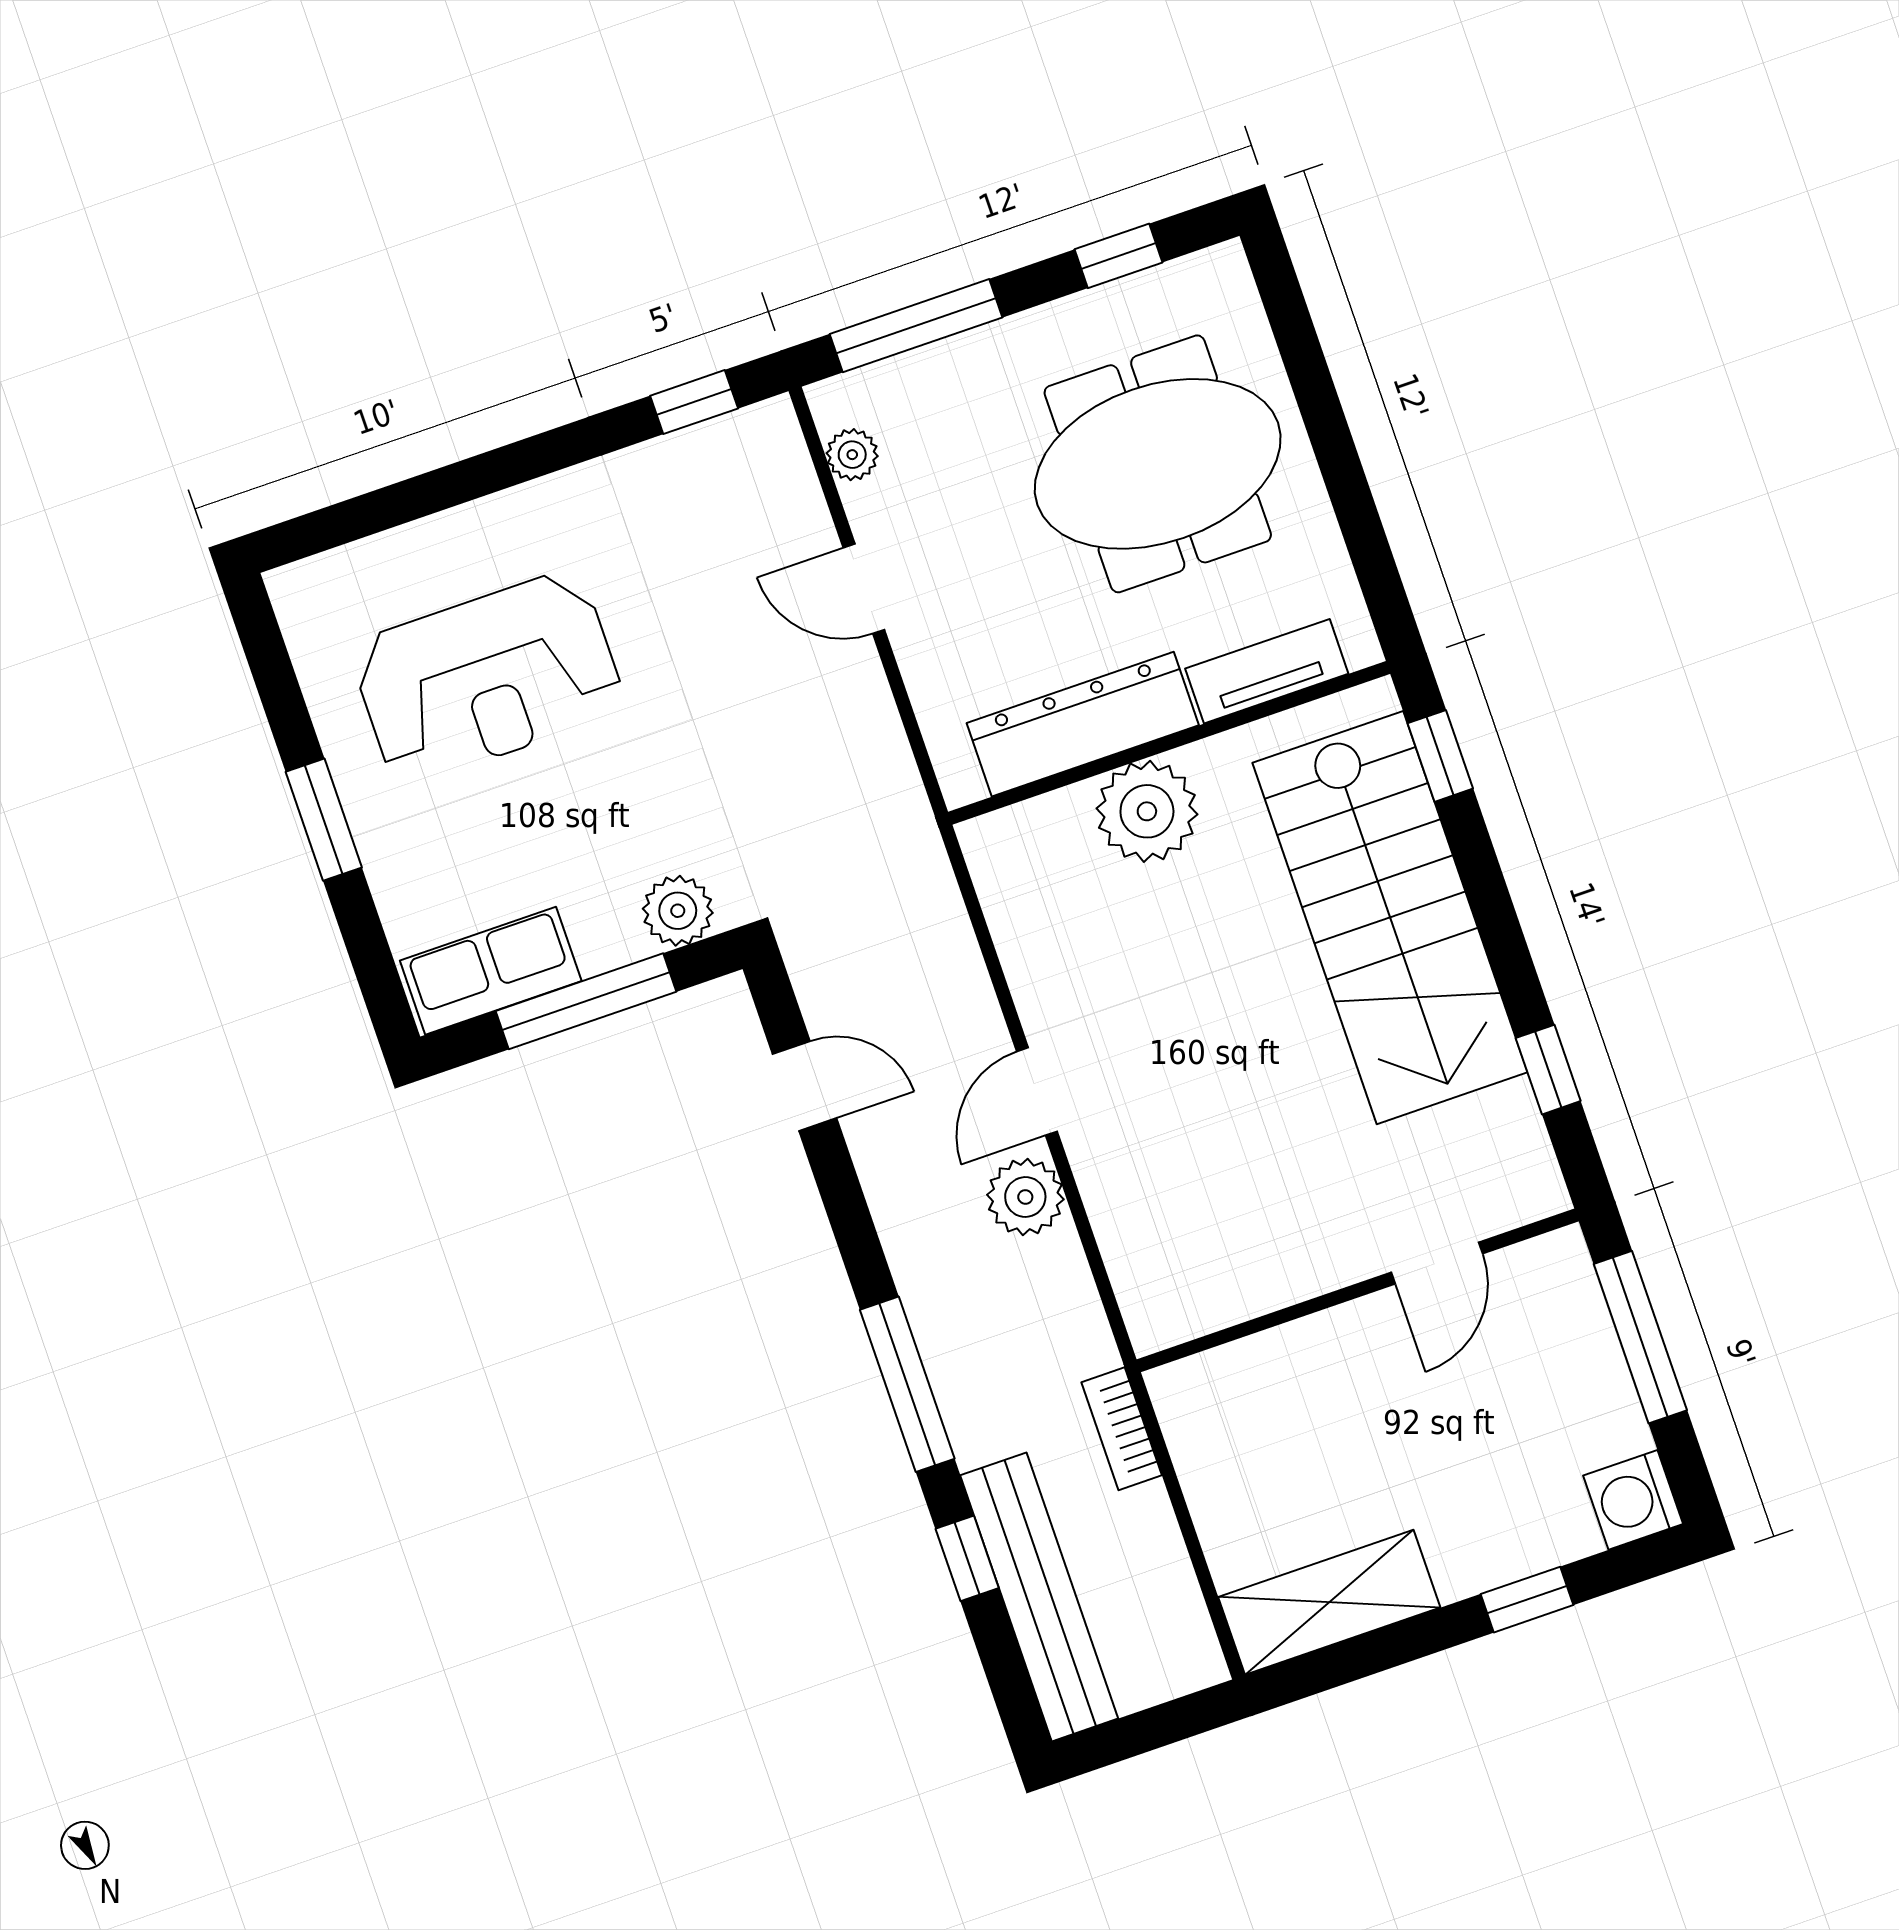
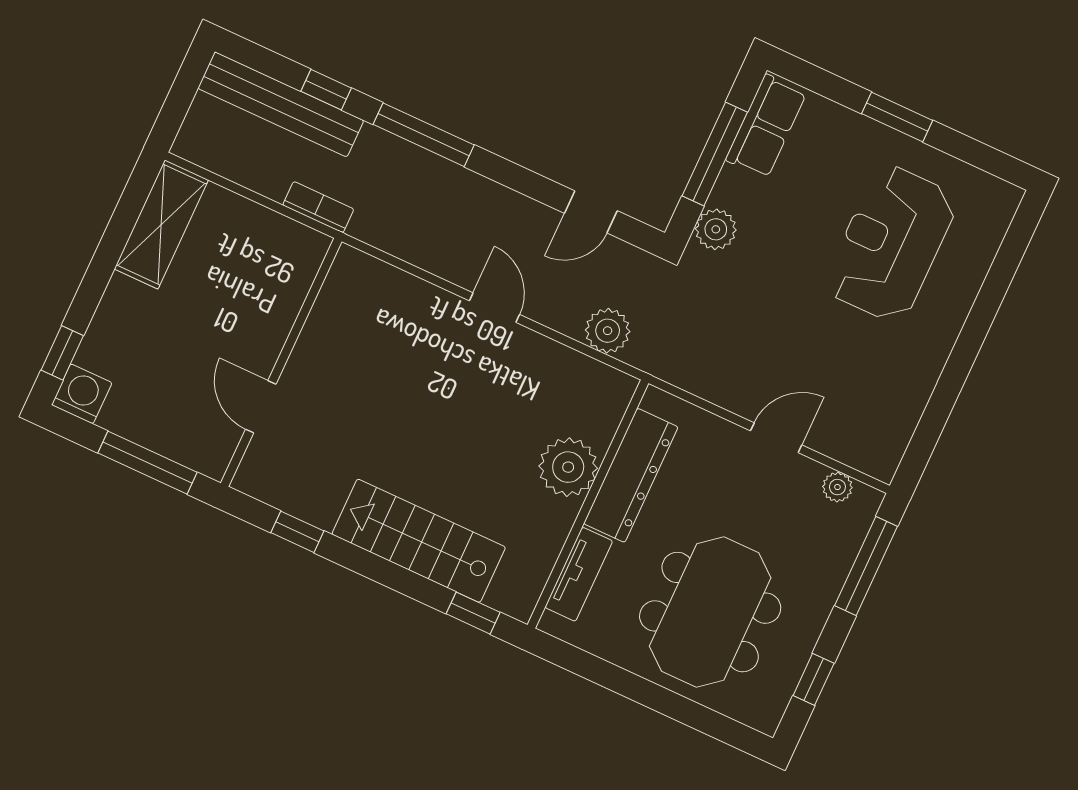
window: (694, 402) -> (923, 442), removed
stairs: (1390, 918) -> (419, 541), width x0.73, depth x0.66
plant: (1025, 1197) -> (608, 331), moved
window: (1527, 1600) -> (62, 353), moved

